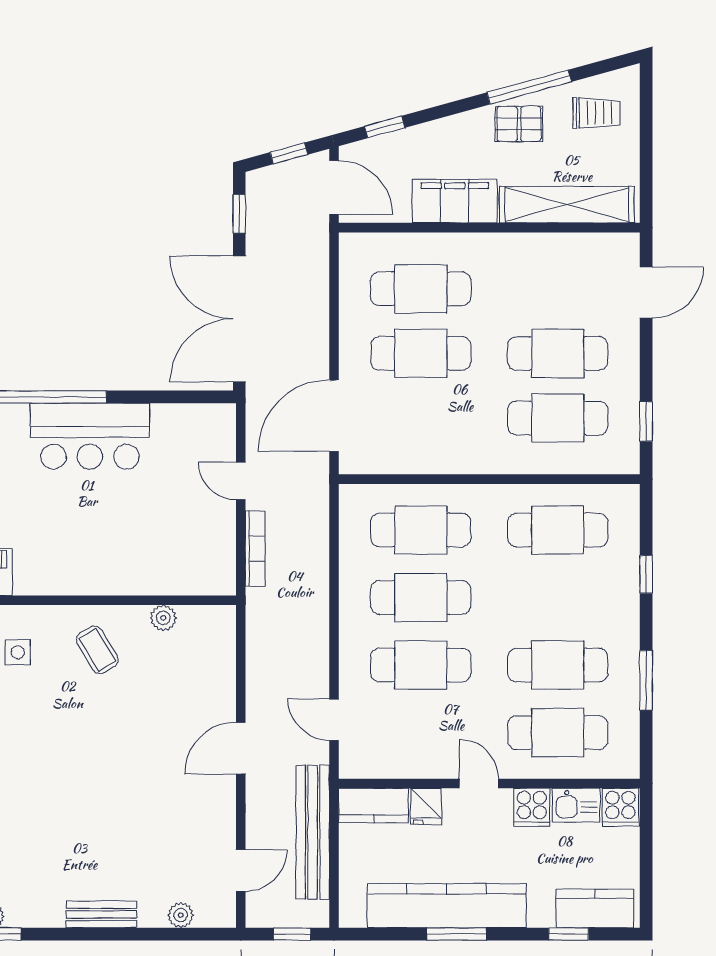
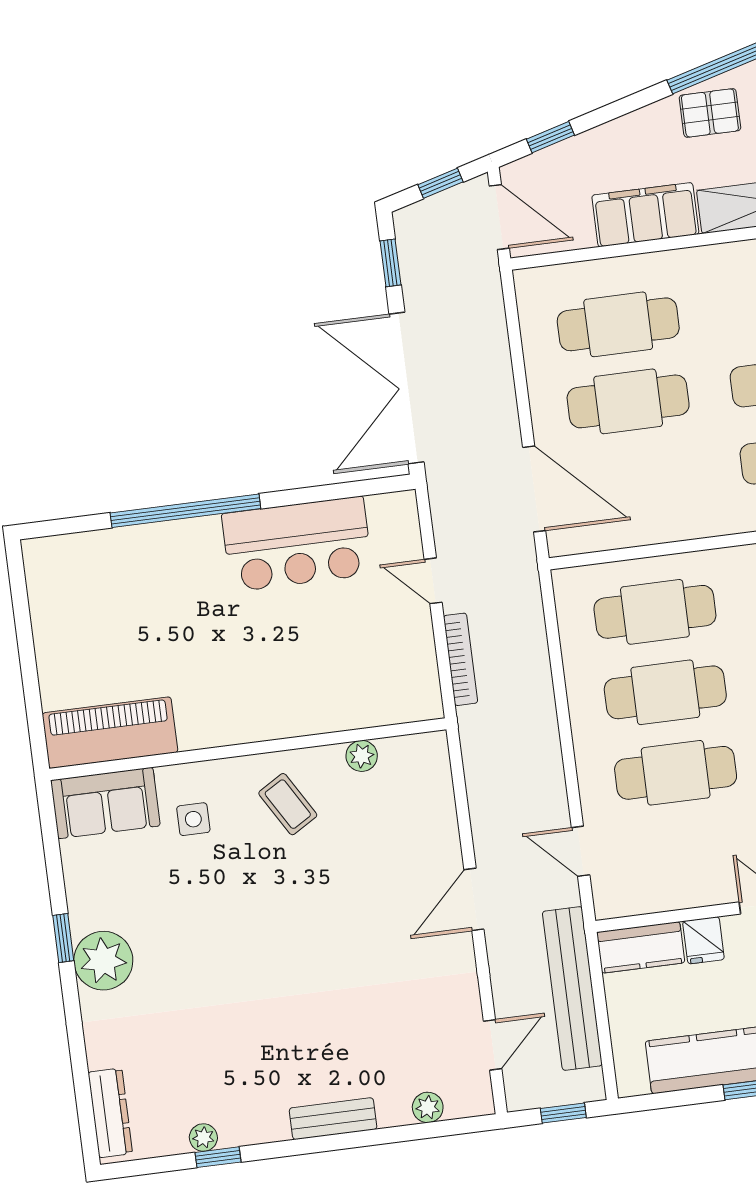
door: (334, 416) -> (534, 489), swing flipped
bar counter: (90, 436) -> (297, 544), moved

